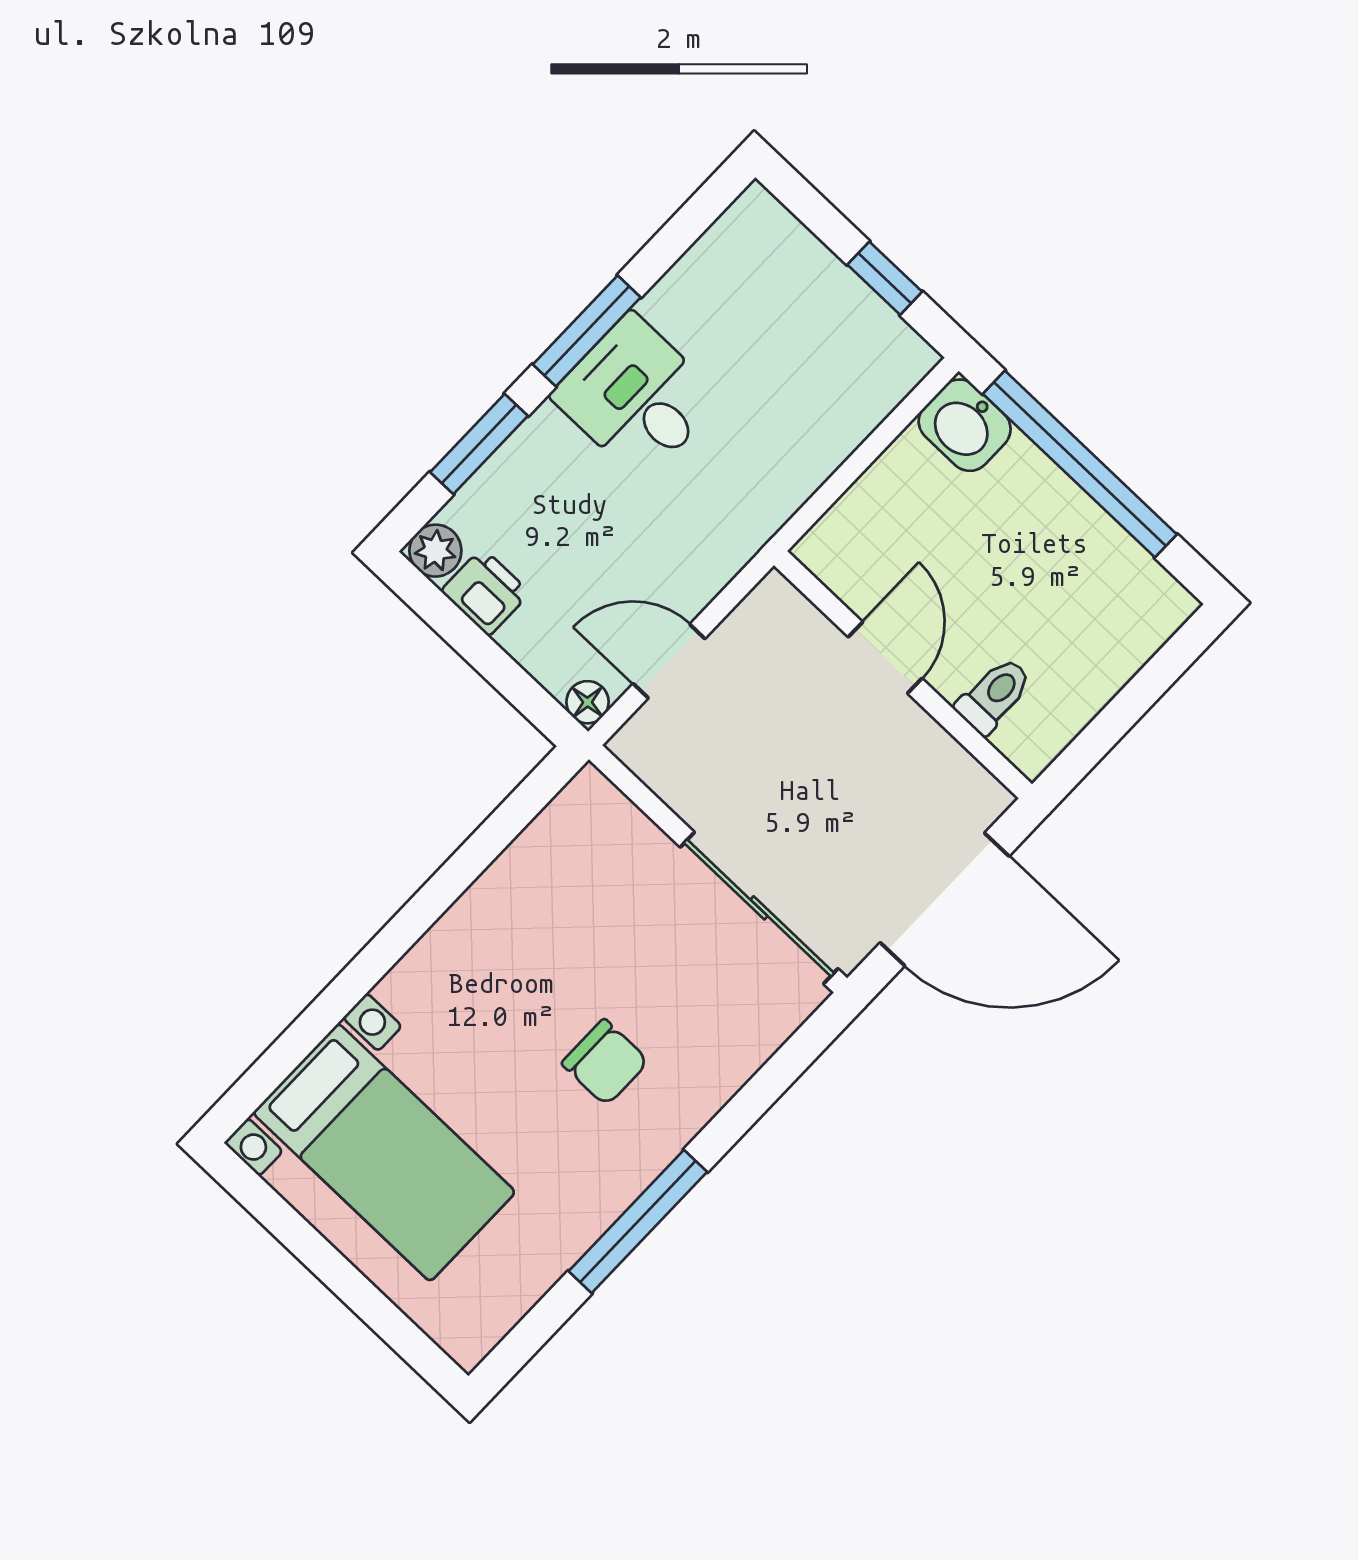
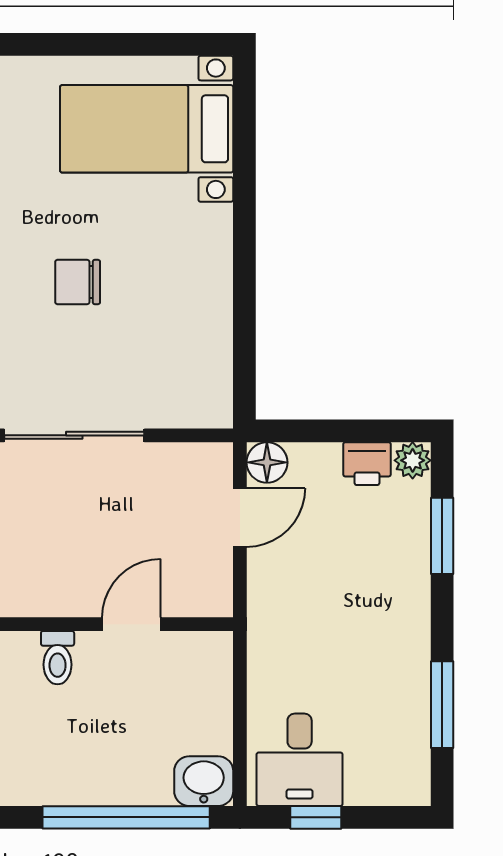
window: (587, 331) -> (442, 705), moved
desk: (637, 397) -> (300, 760), moved, turned 90
door: (885, 658) -> (131, 624), swing flipped
floor lamp: (588, 702) -> (267, 462), width x1.37, depth x1.37

